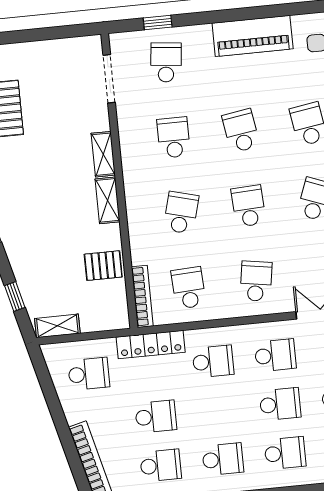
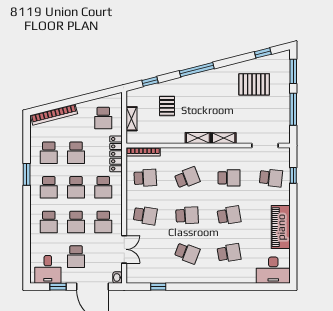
window: (39, 34) -> (293, 109), added
school desk: (181, 213) -> (187, 178), turned -36
pallet: (103, 266) -> (167, 106), moved
shelving: (57, 326) -> (131, 119), moved
school desk: (218, 410) -> (76, 187), added

